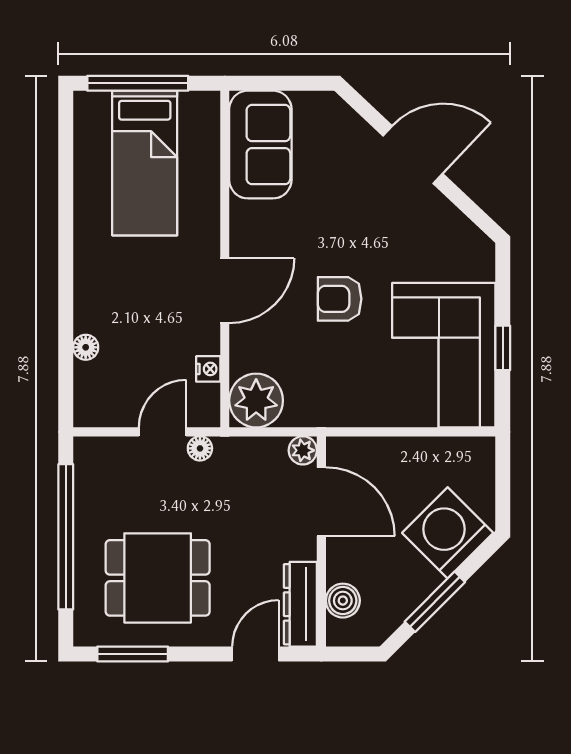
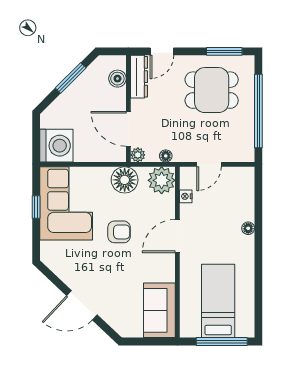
floor lamp: (86, 347) -> (248, 228), moved
floor lamp: (329, 401) -> (125, 180), added
floor lamp: (200, 448) -> (166, 156), moved
washing machine: (448, 533) -> (56, 146), moved, turned -45

